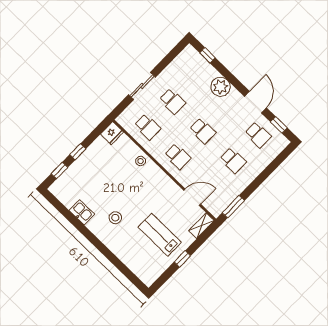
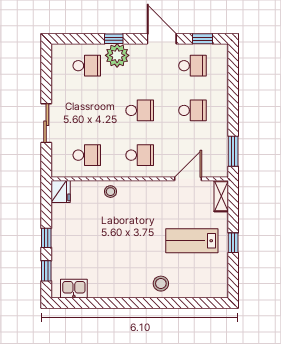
window: (207, 55) -> (114, 39), moved
school desk: (172, 101) -> (87, 66), moved
kitchen sink: (82, 212) -> (74, 289), moved
stool: (115, 218) -> (161, 284), moved

